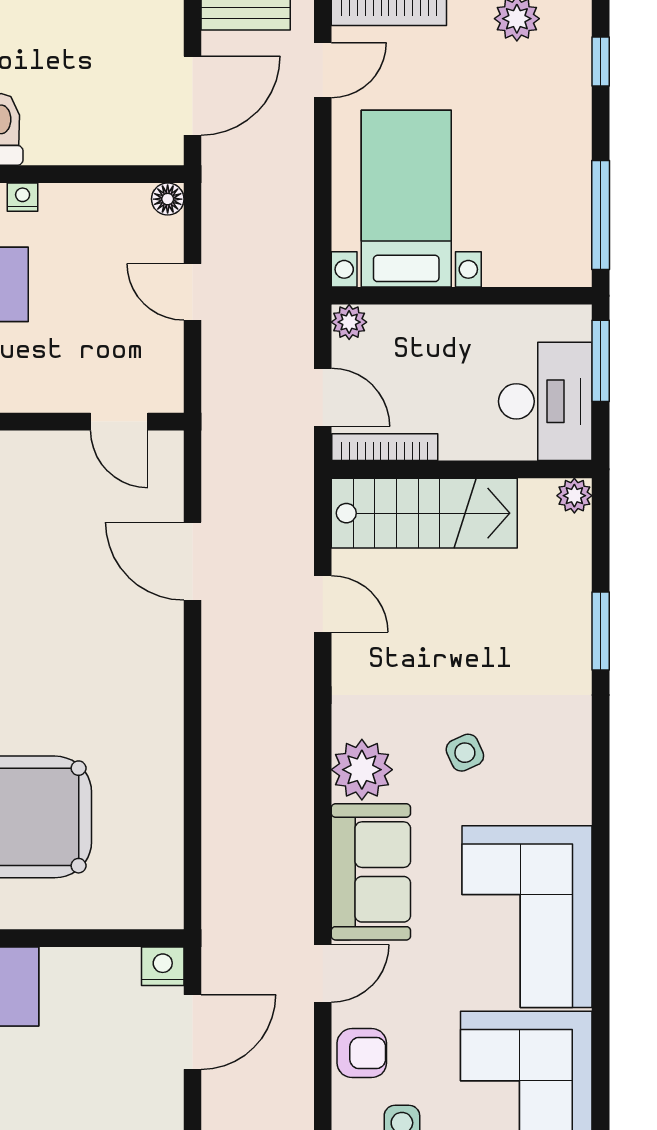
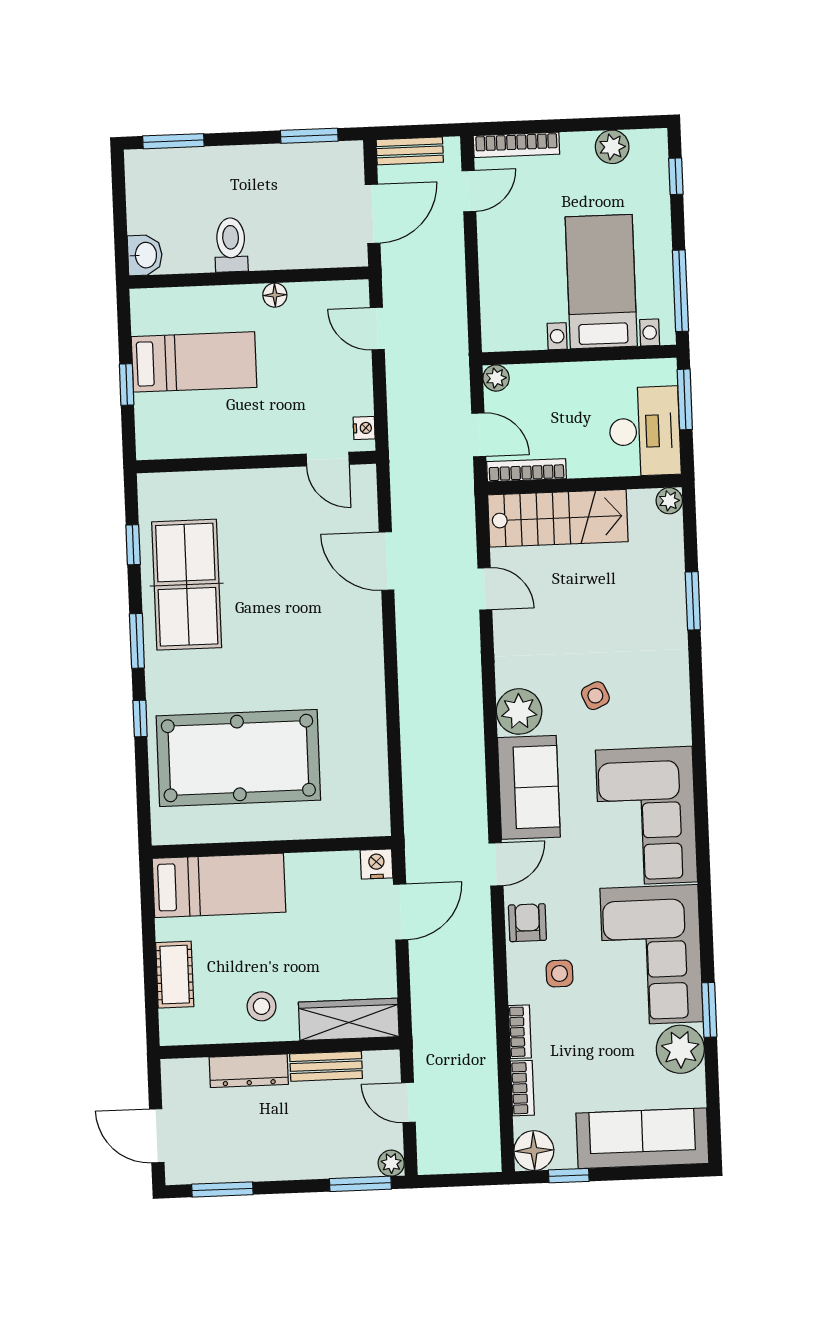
nightstand: (23, 197) -> (364, 428), moved, turned 90
floor lamp: (168, 199) -> (275, 295), moved
bed with nightstands: (406, 199) -> (601, 282), moved
door: (193, 292) -> (377, 329), moved
armchair: (362, 1053) -> (527, 923), turned -90

